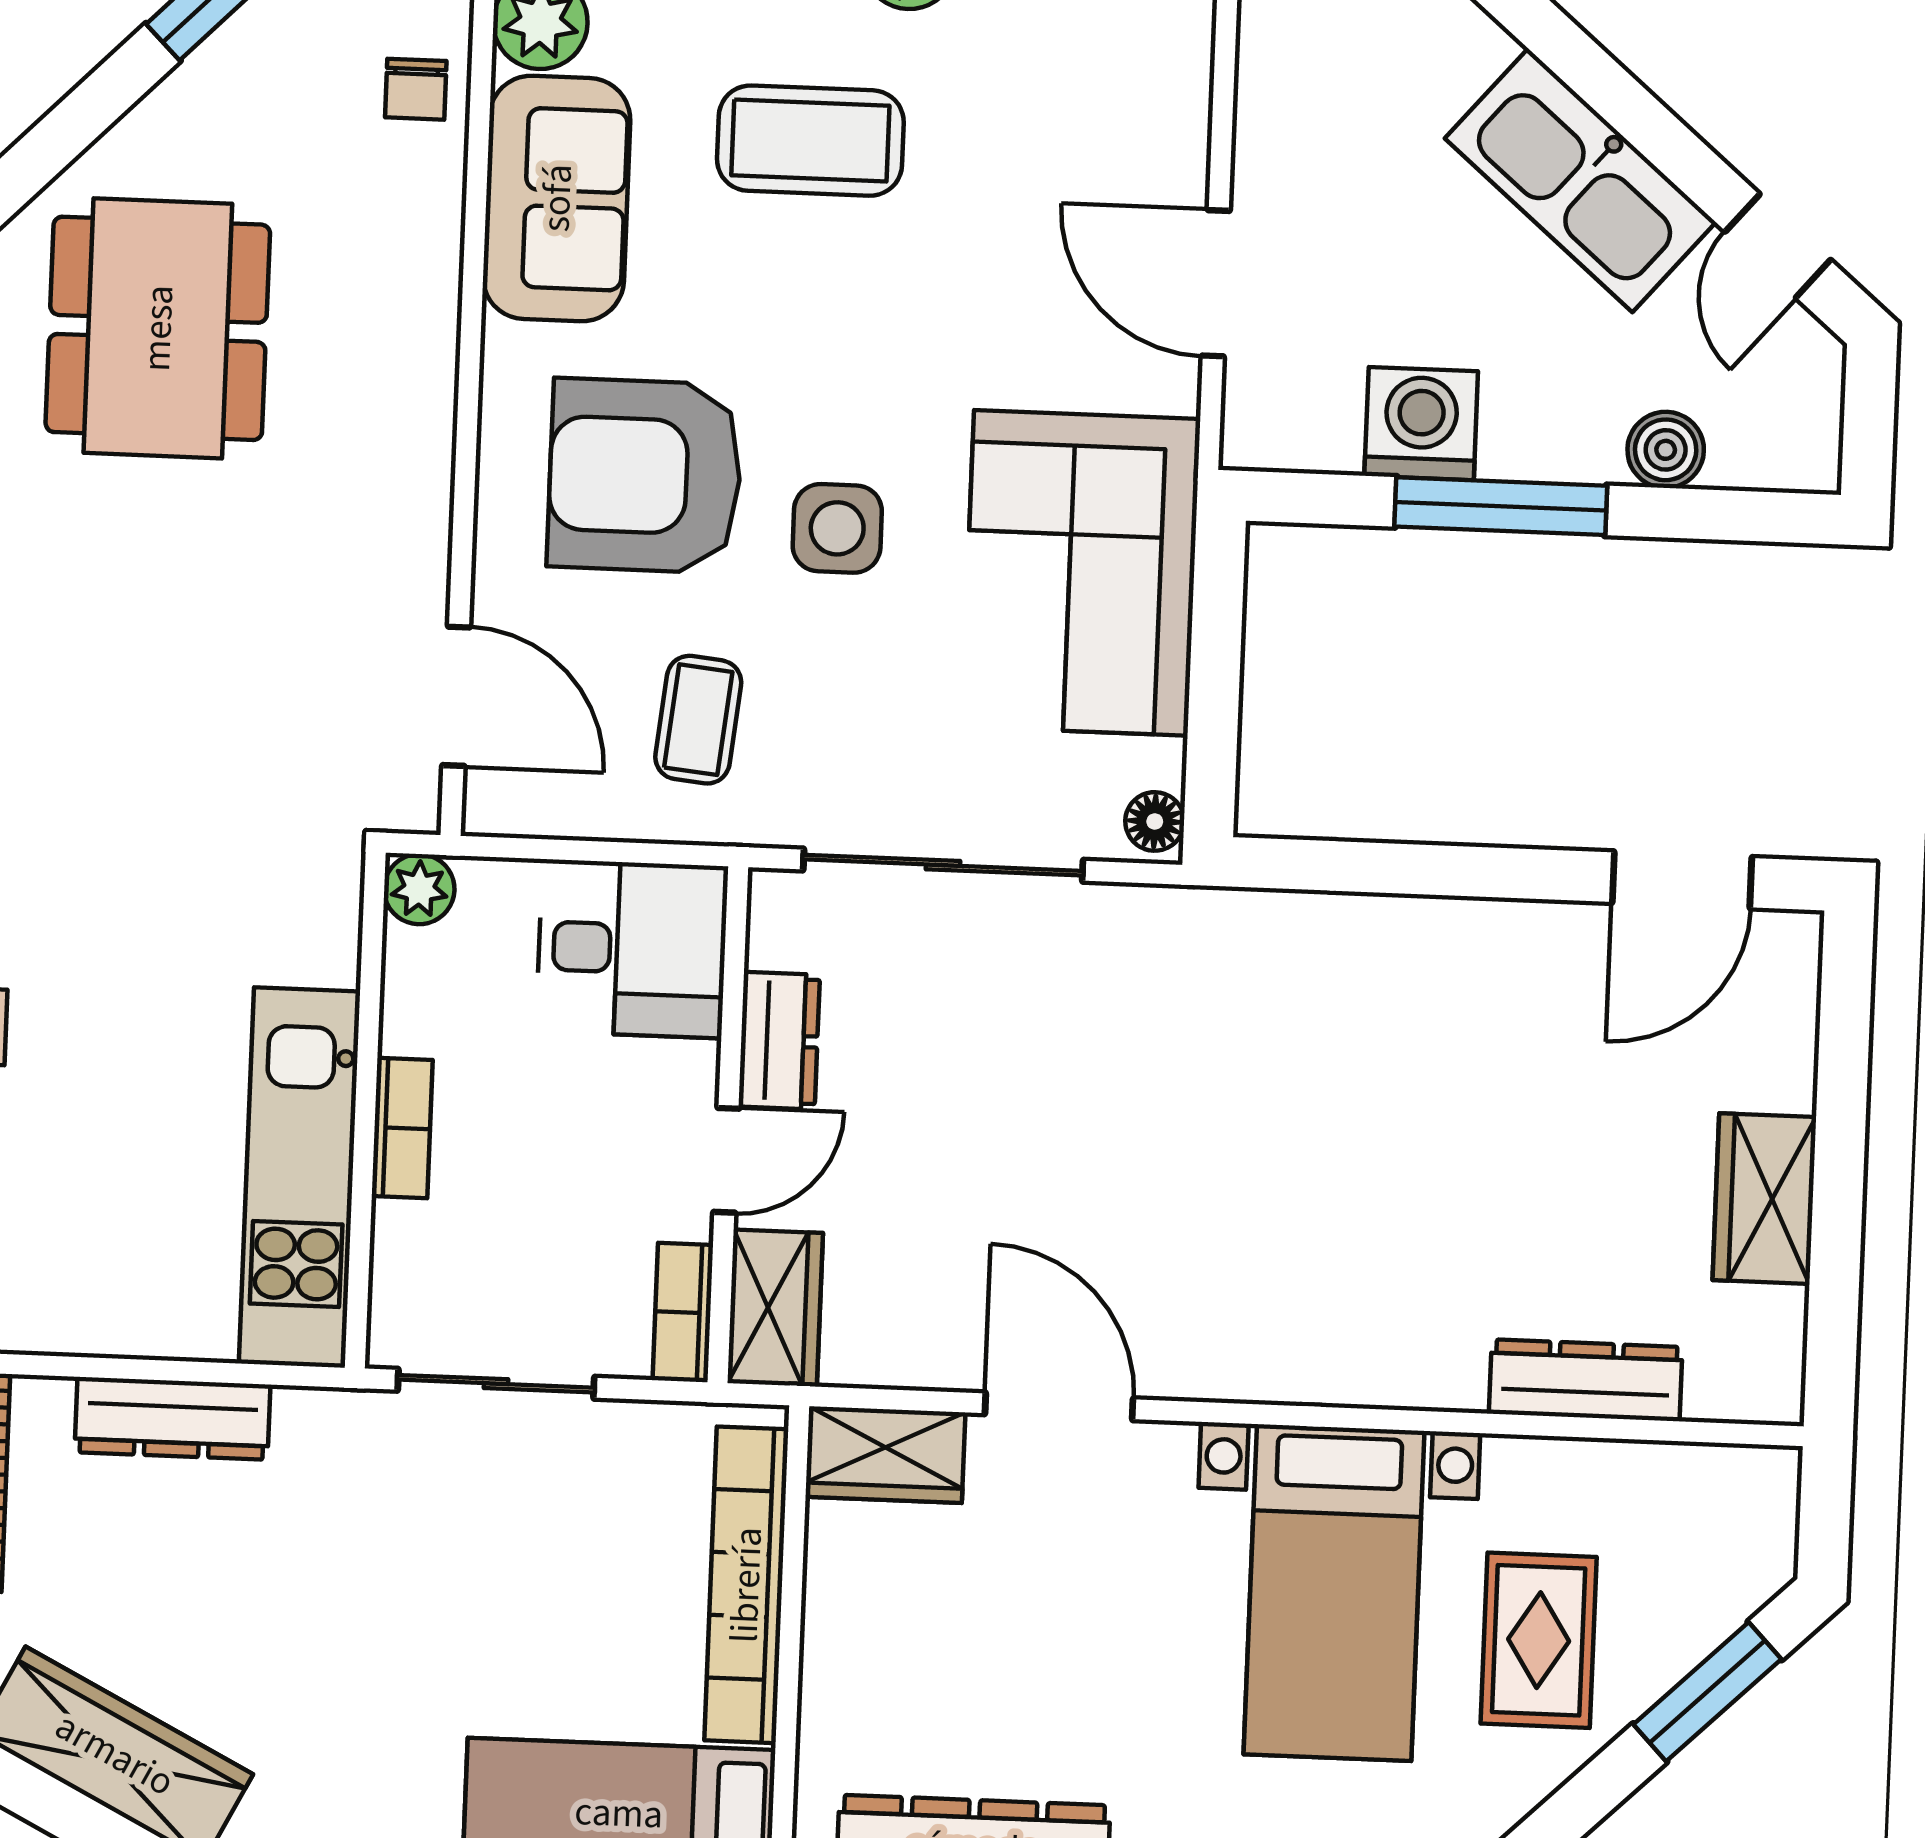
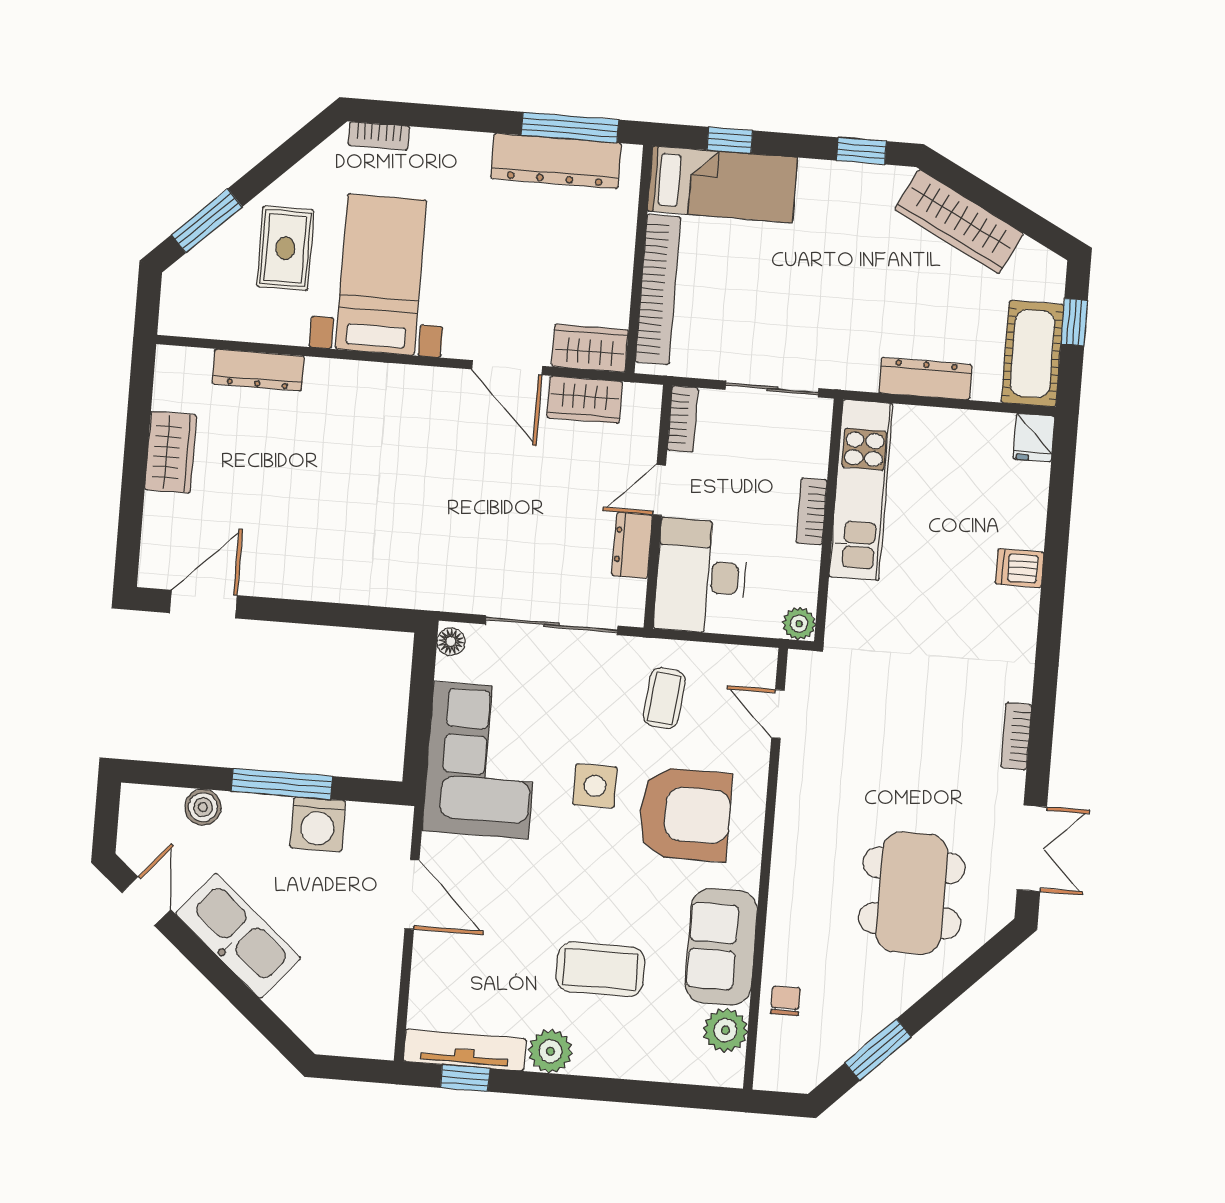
door: (456, 696) -> (778, 714), width x0.73
desk: (632, 949) -> (701, 576), width x1.37
wardrobe: (775, 1308) -> (585, 400), moved, turned -90

